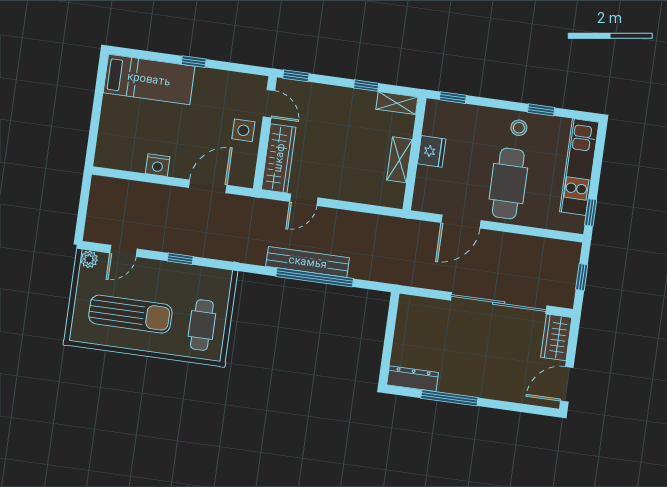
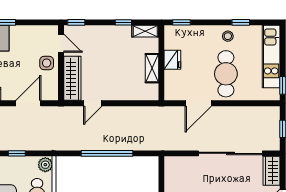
bench: (308, 262) -> (101, 144), removed
plant: (220, 281) -> (45, 165), added

